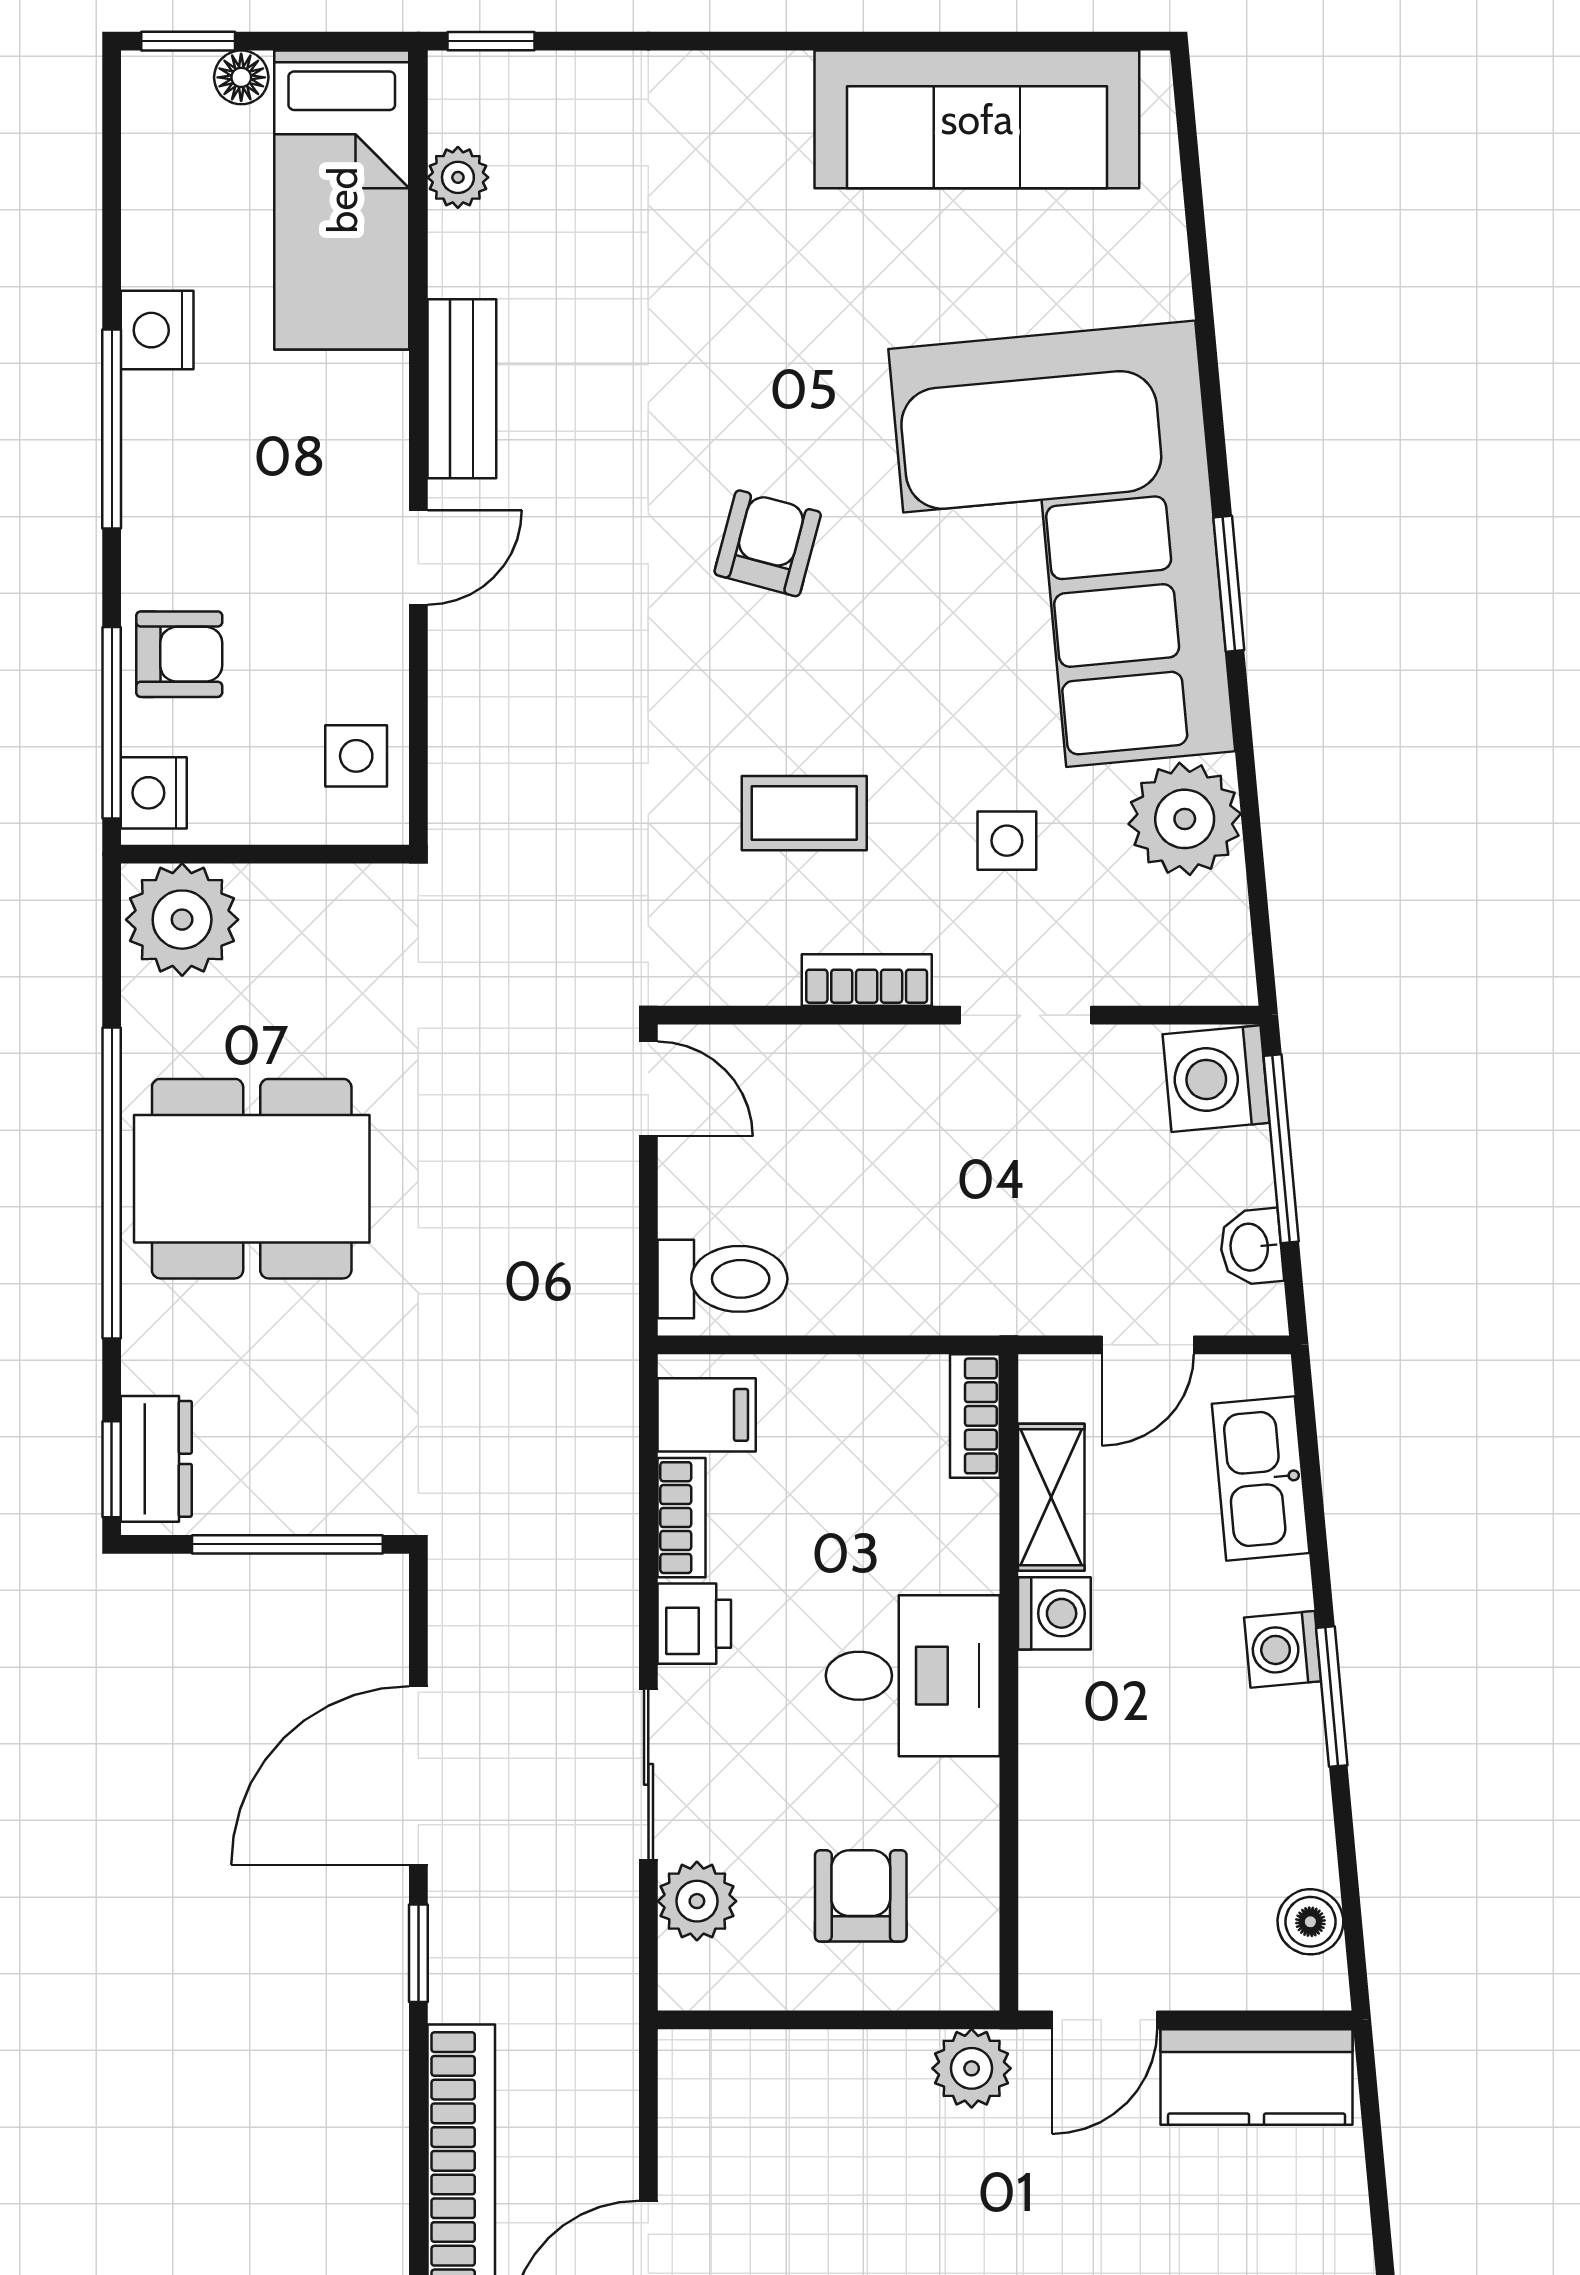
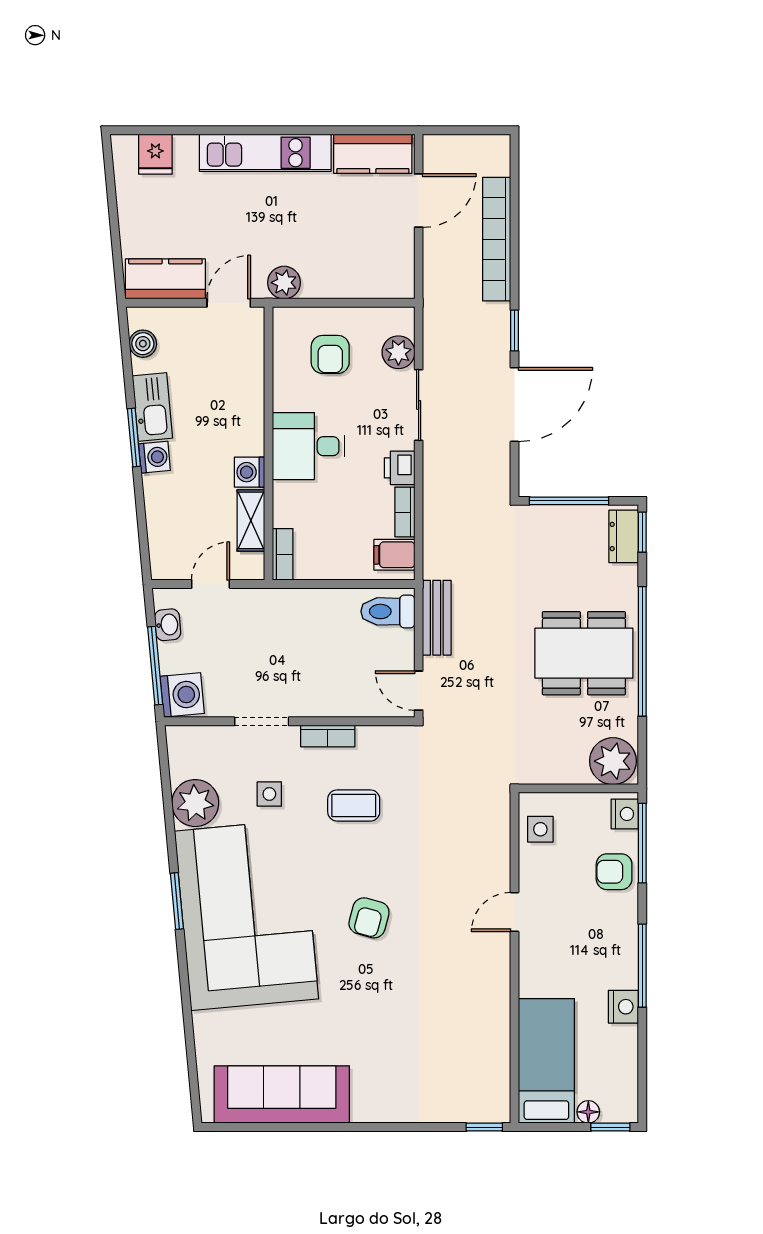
plant: (458, 177) -> (498, 1070), removed
bench: (462, 389) -> (437, 618), moved
kitchen sink: (1261, 1478) -> (152, 407), moved

